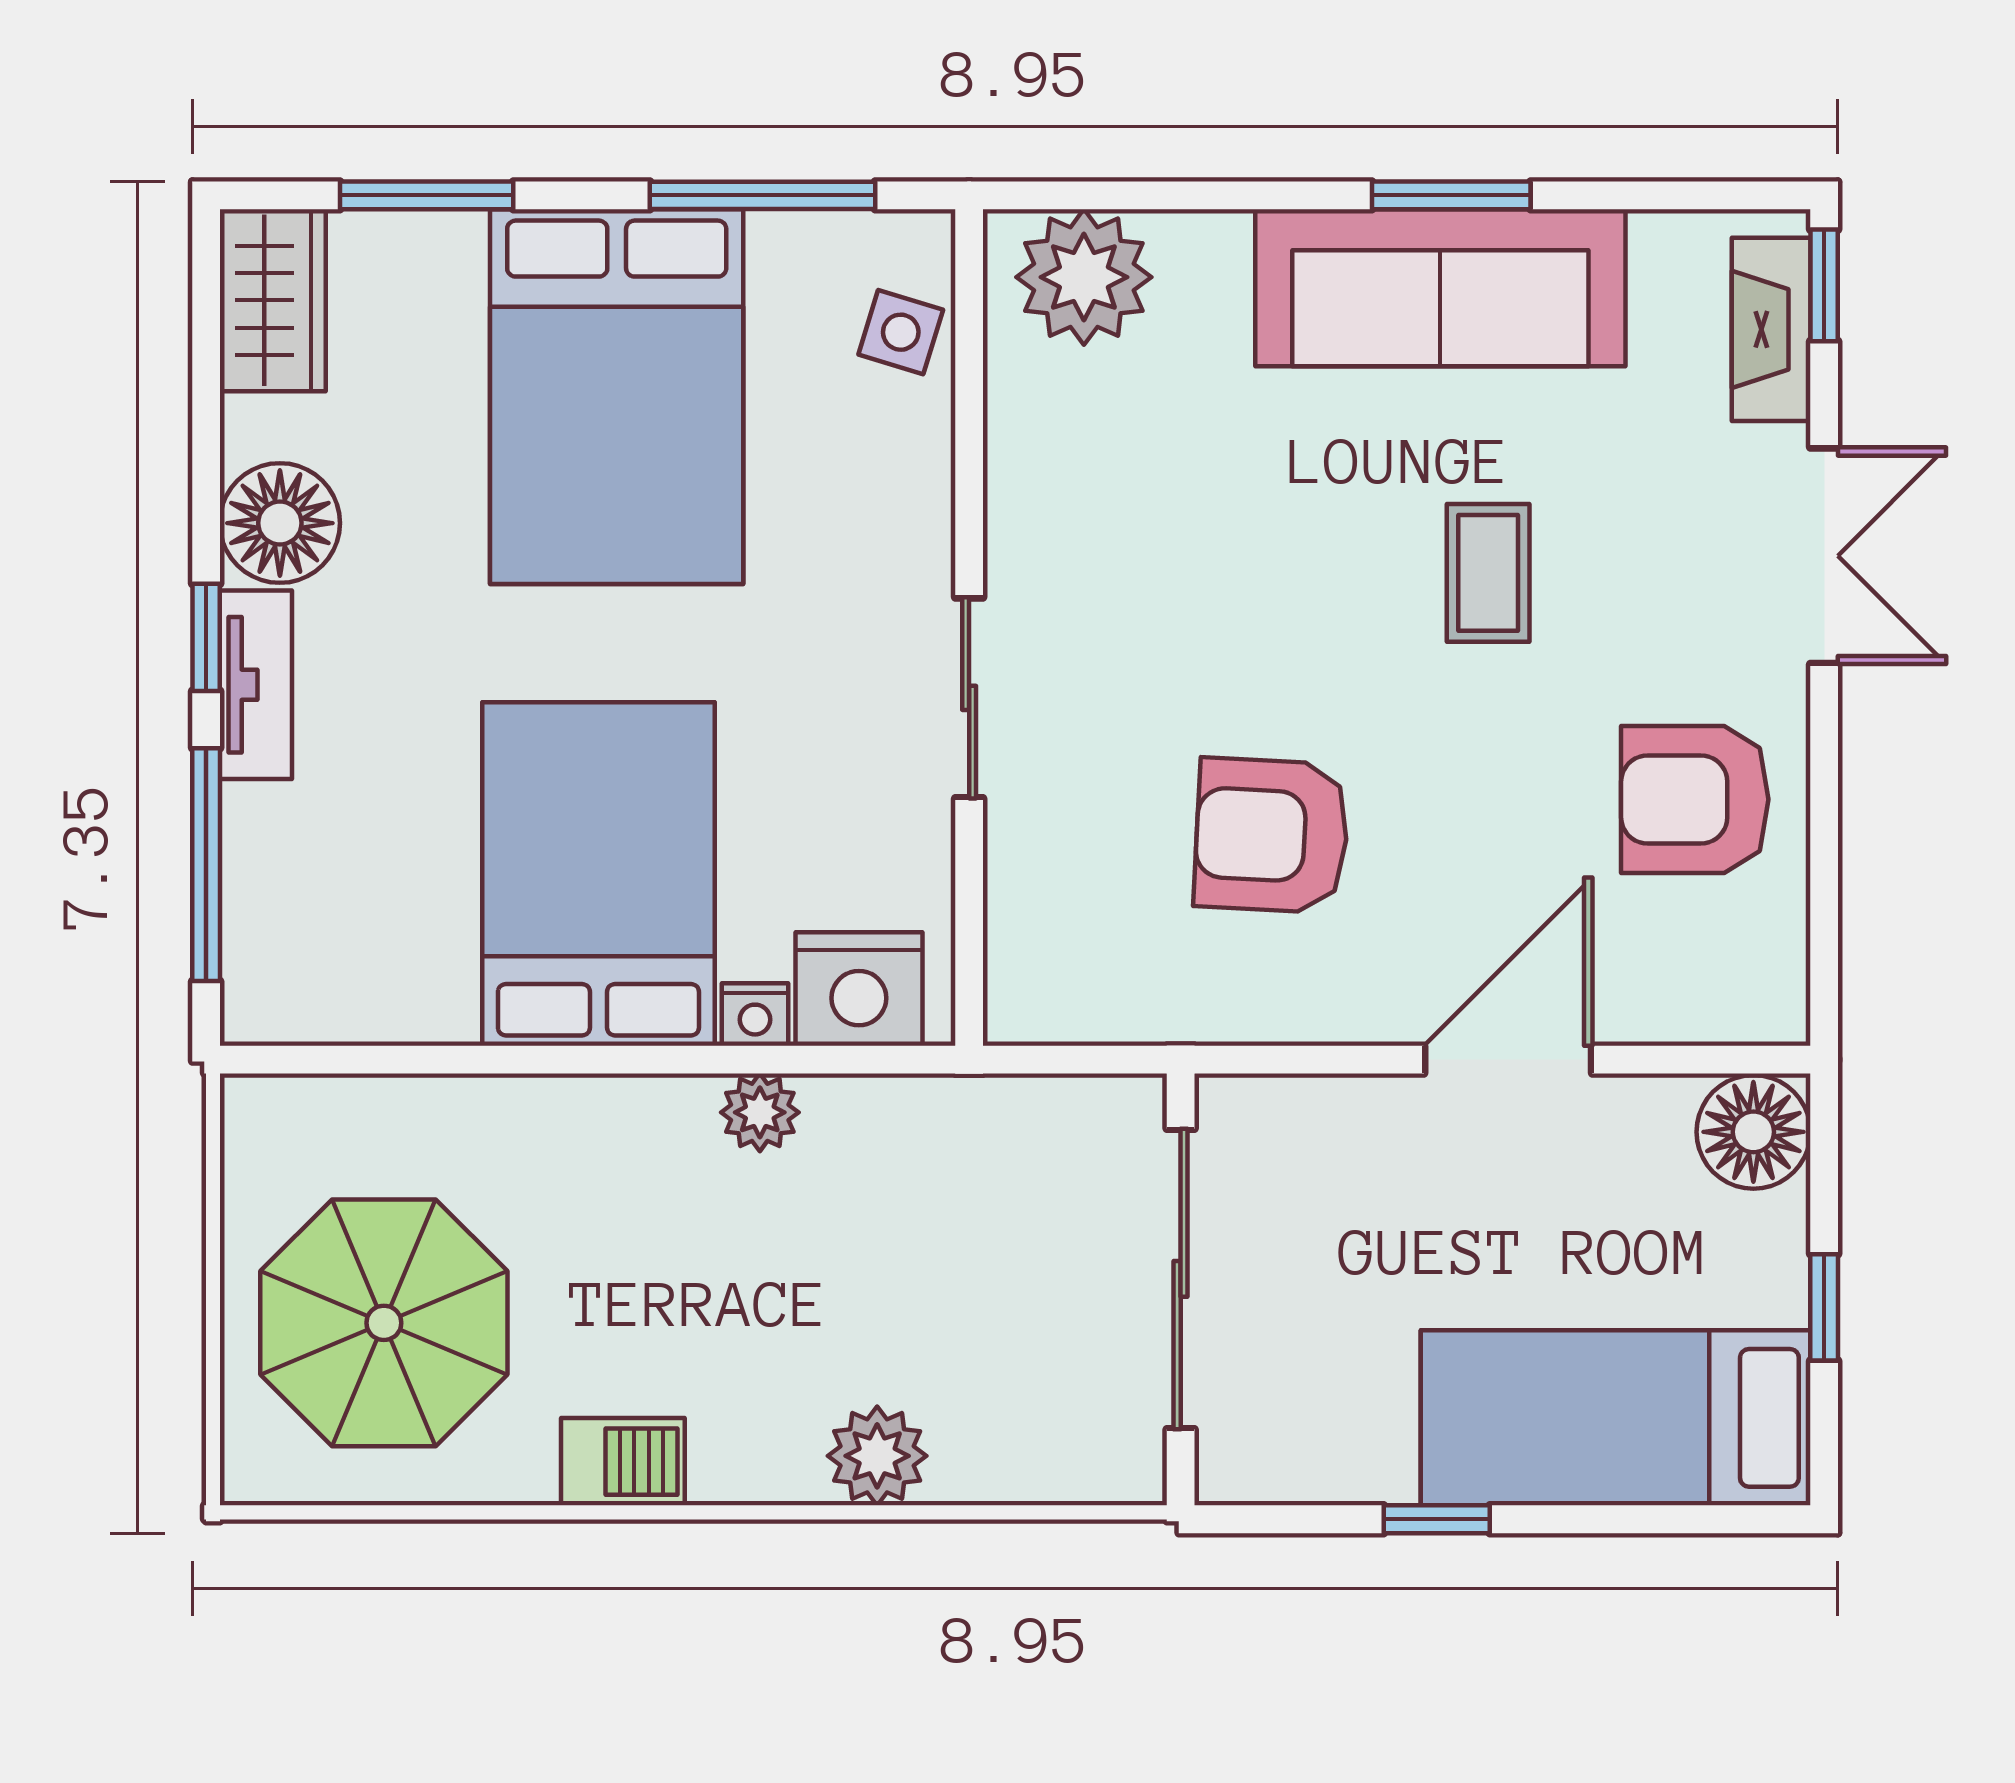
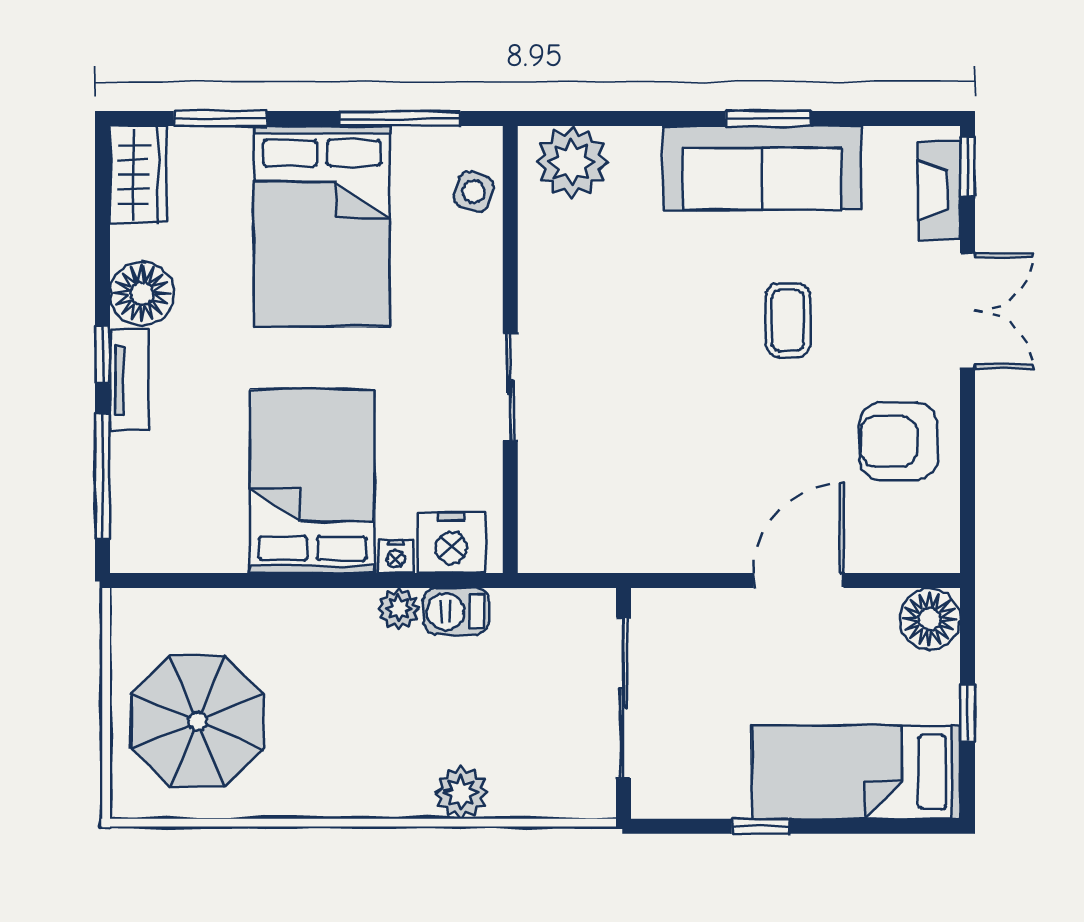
armchair: (1272, 836) -> (672, 461), removed
barbecue: (623, 1462) -> (456, 611), moved, turned 180

